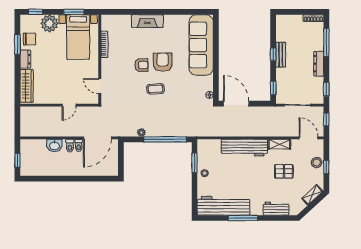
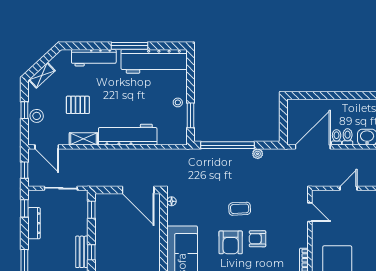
dresser: (319, 64) -> (34, 223), moved
workbench: (276, 209) -> (94, 58), width x1.38

